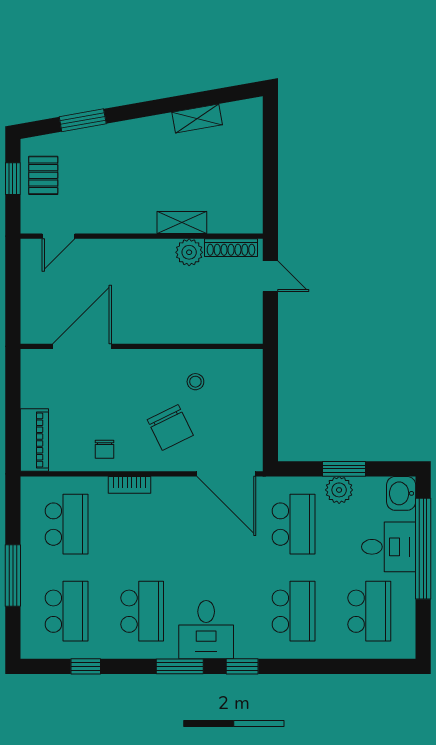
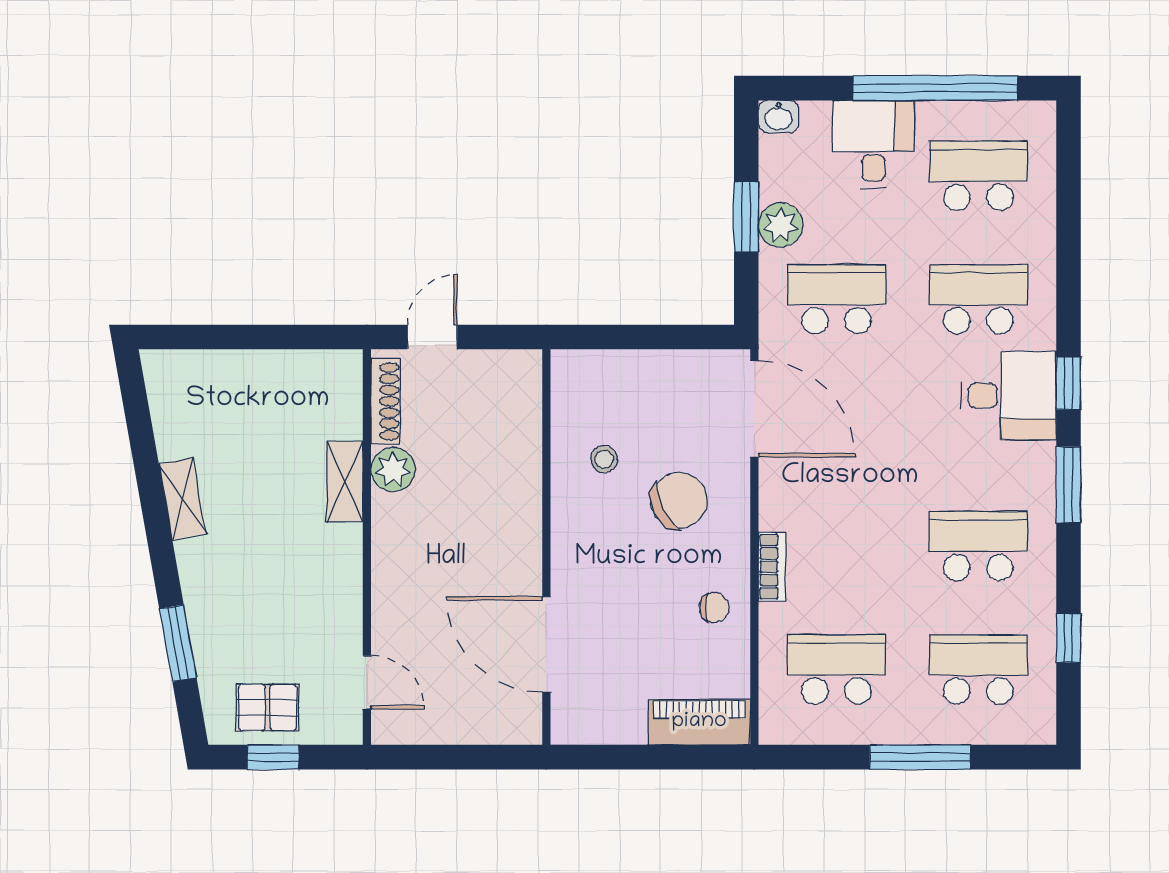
shelving: (197, 119) -> (183, 499), moved
door: (226, 474) -> (754, 409), hinge flipped
washbasin: (401, 493) -> (779, 117), width x0.72, depth x0.69
window: (423, 549) -> (935, 88), moved
desk: (206, 630) -> (1008, 396), moved

